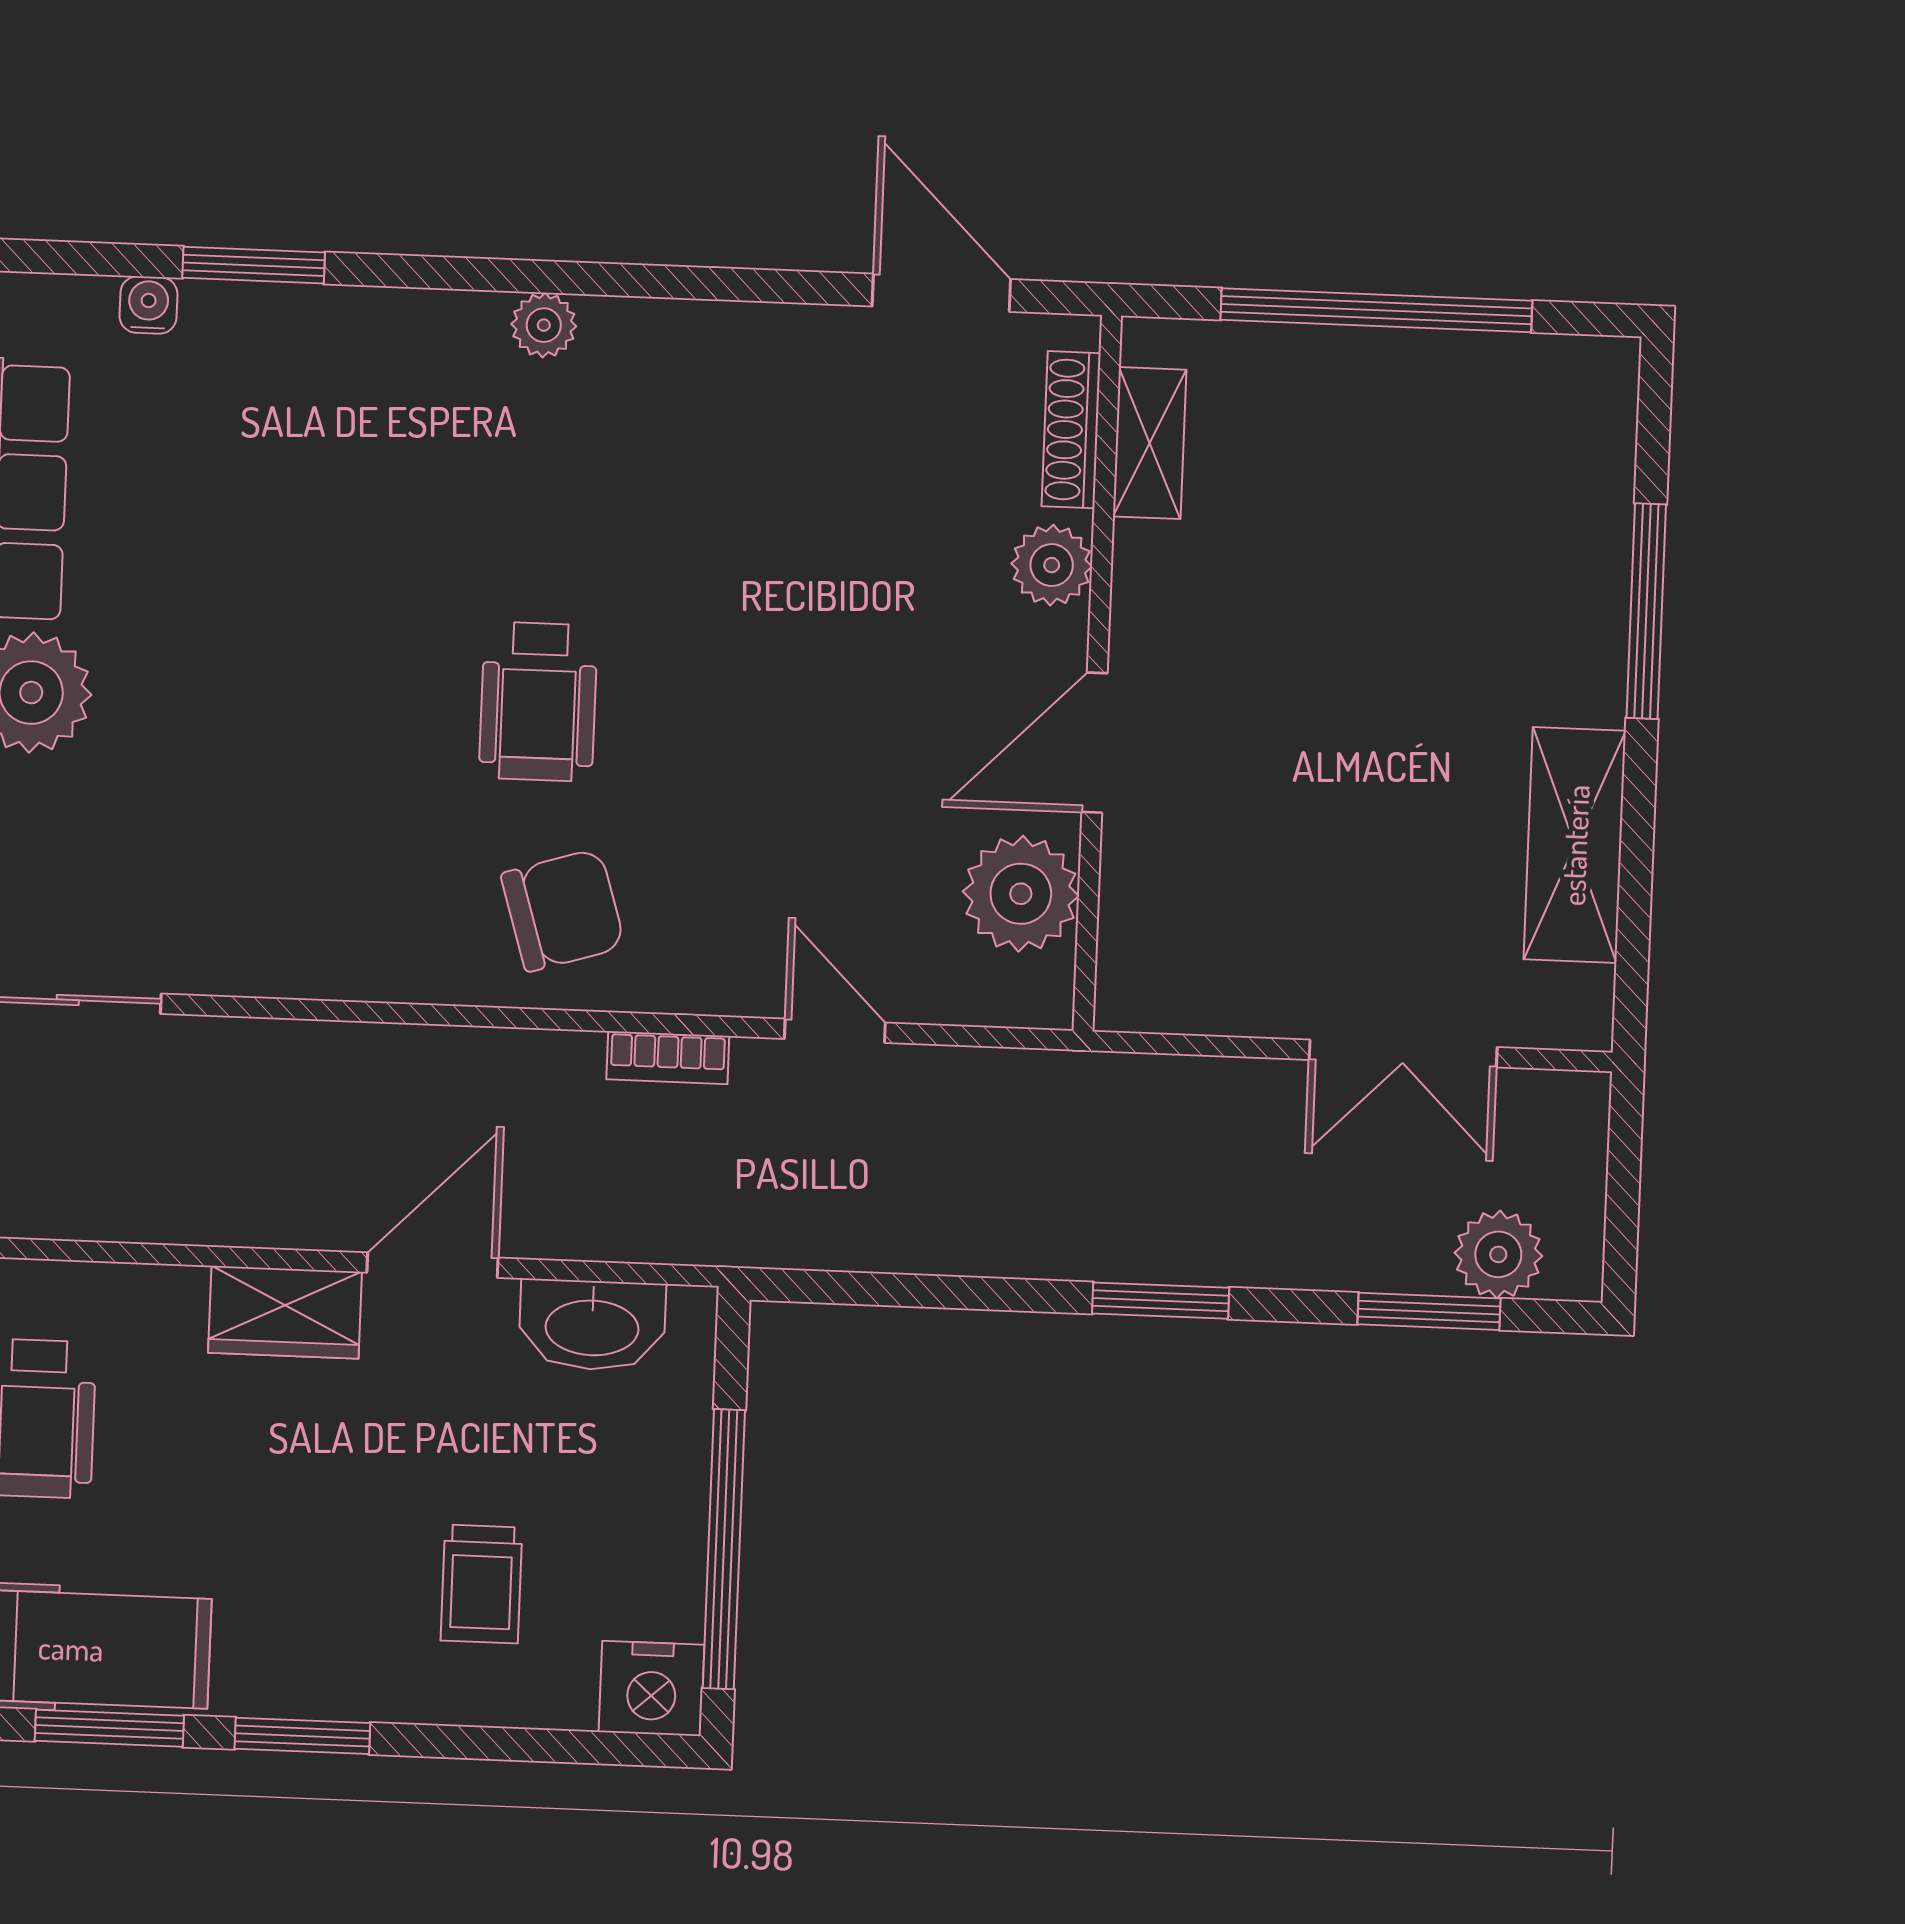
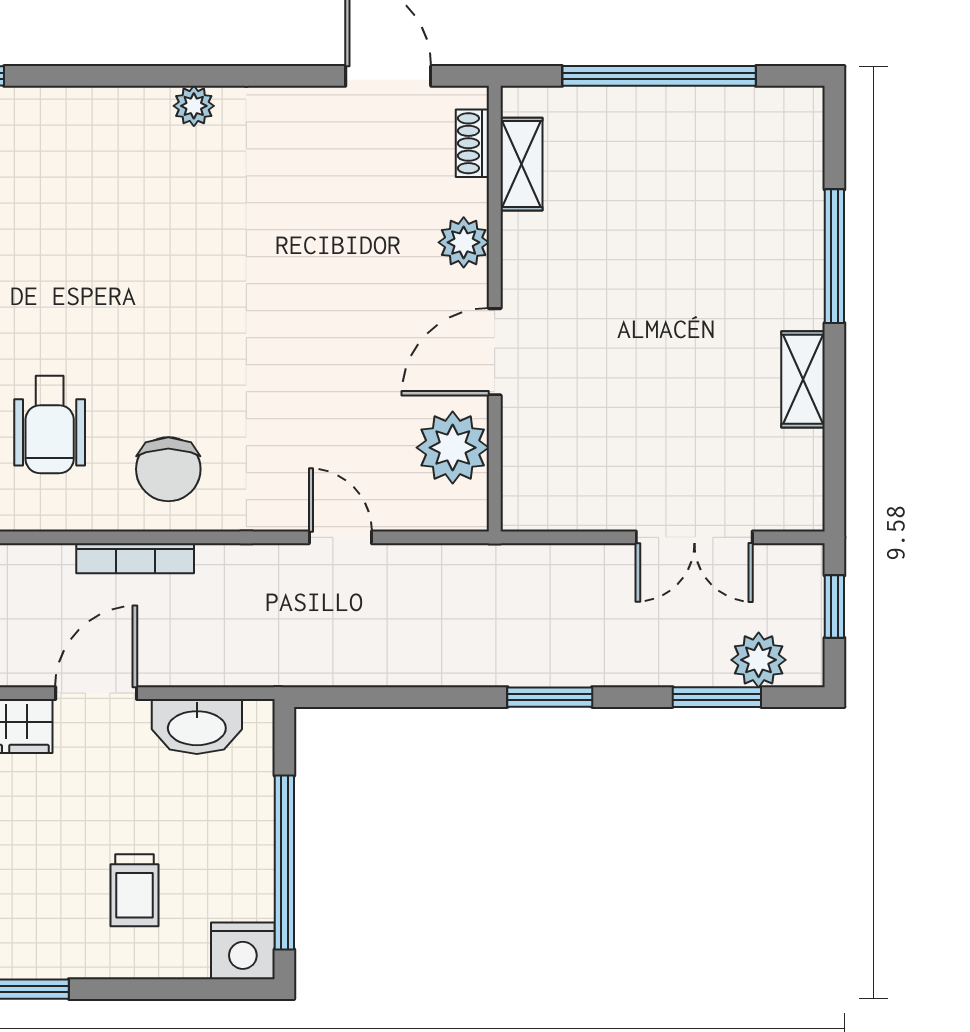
plant: (544, 325) -> (194, 106), moved
shoe rack: (1071, 430) -> (472, 143), width x0.70
wheelchair: (538, 702) -> (50, 425), moved
shelving: (1575, 845) -> (803, 379), width x0.67, depth x0.75
chair: (563, 910) -> (168, 469), turned 107
bookcase: (668, 1058) -> (135, 558), moved, width x1.56
window: (1624, 1174) -> (834, 607), added

